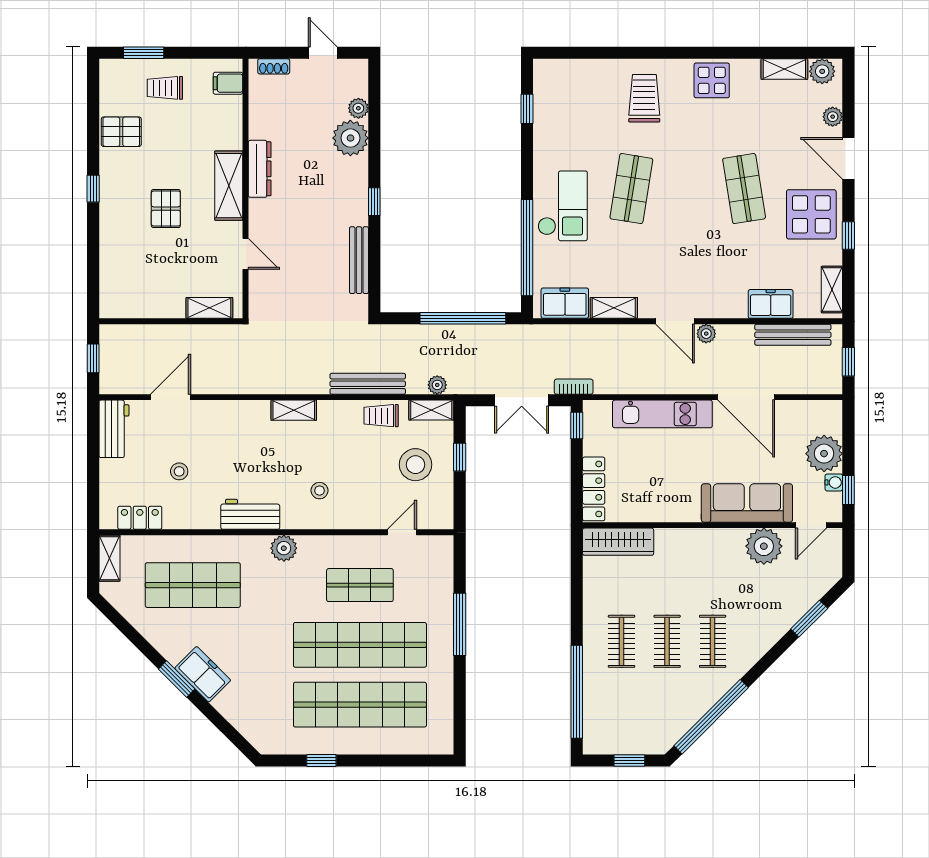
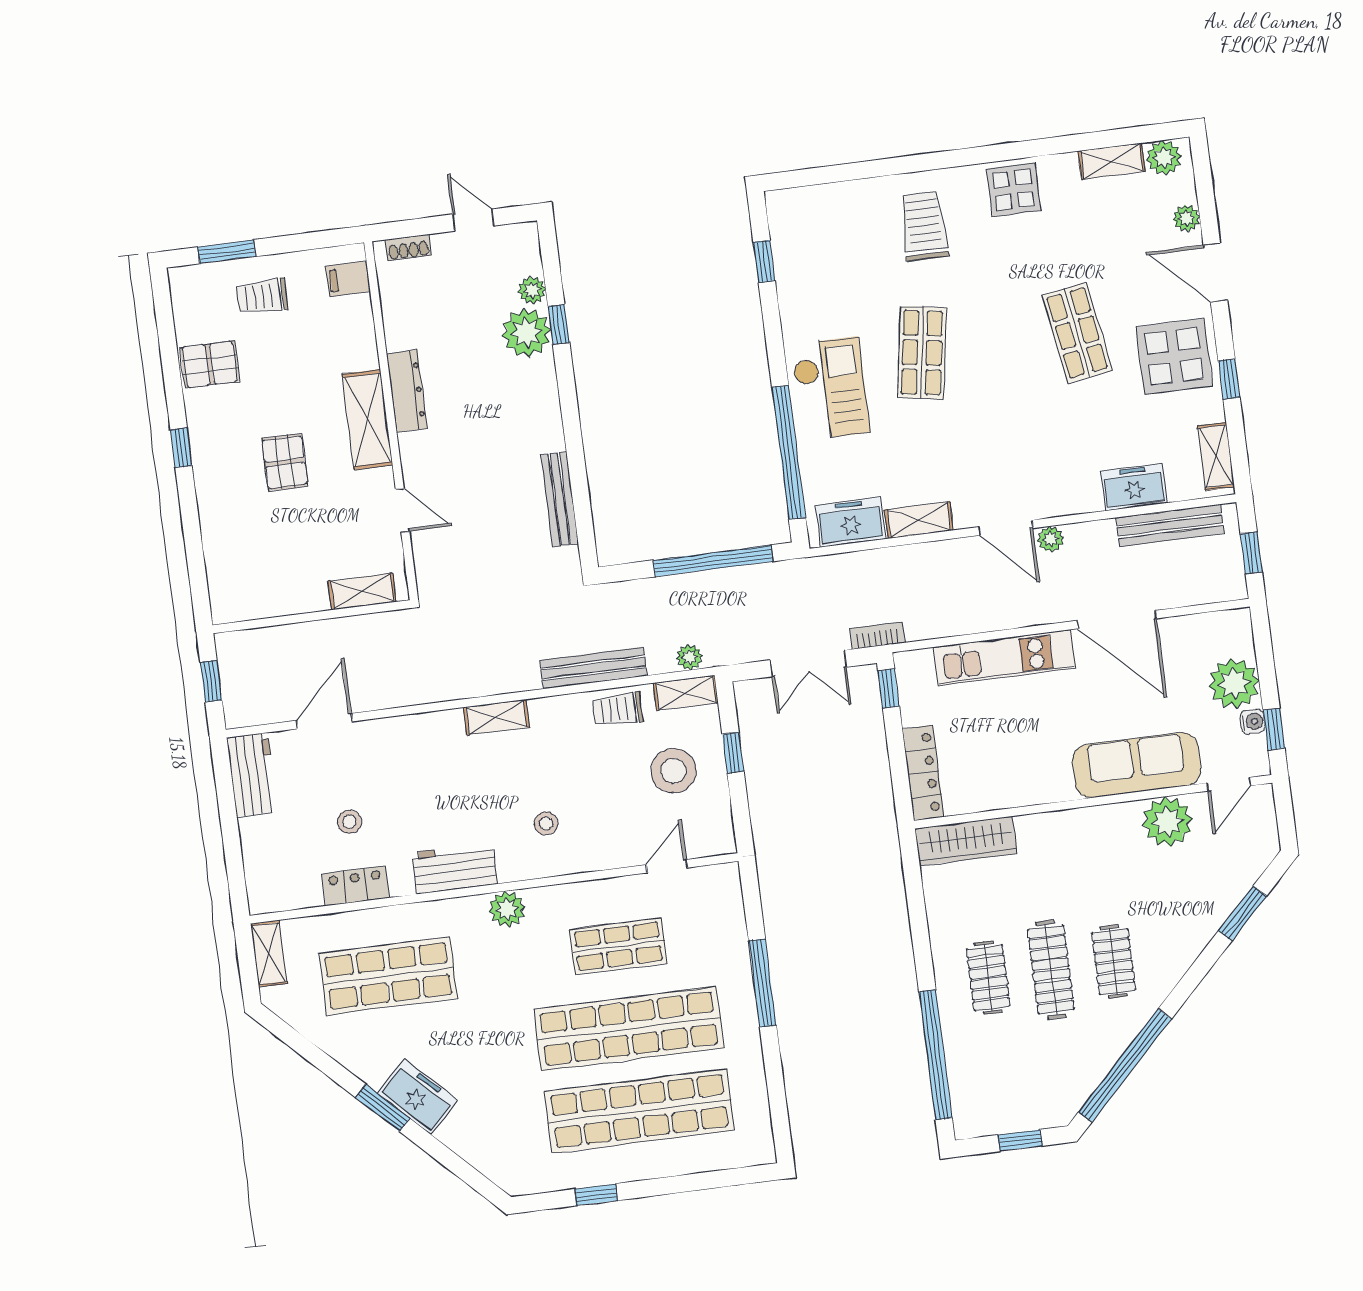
window: (374, 202) -> (559, 324), moved
locker: (140, 518) -> (356, 886), moved
clothes rail: (667, 641) -> (1051, 970), width x1.36

